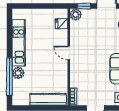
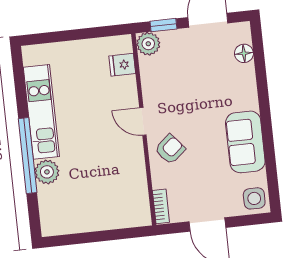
armchair: (81, 68) -> (170, 149), added
window: (9, 77) -> (28, 156), moved
kitchen counter: (48, 99) -> (112, 218), removed

